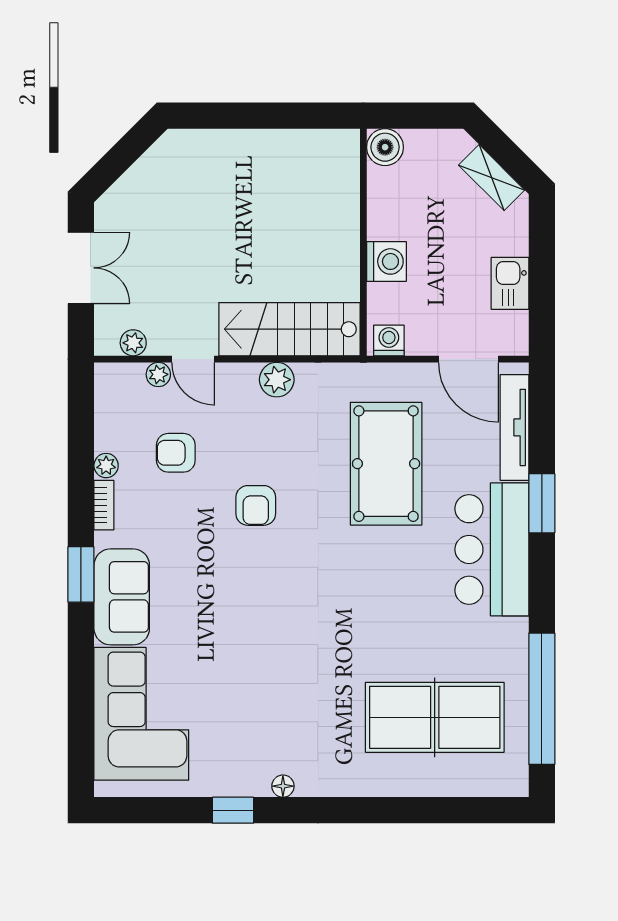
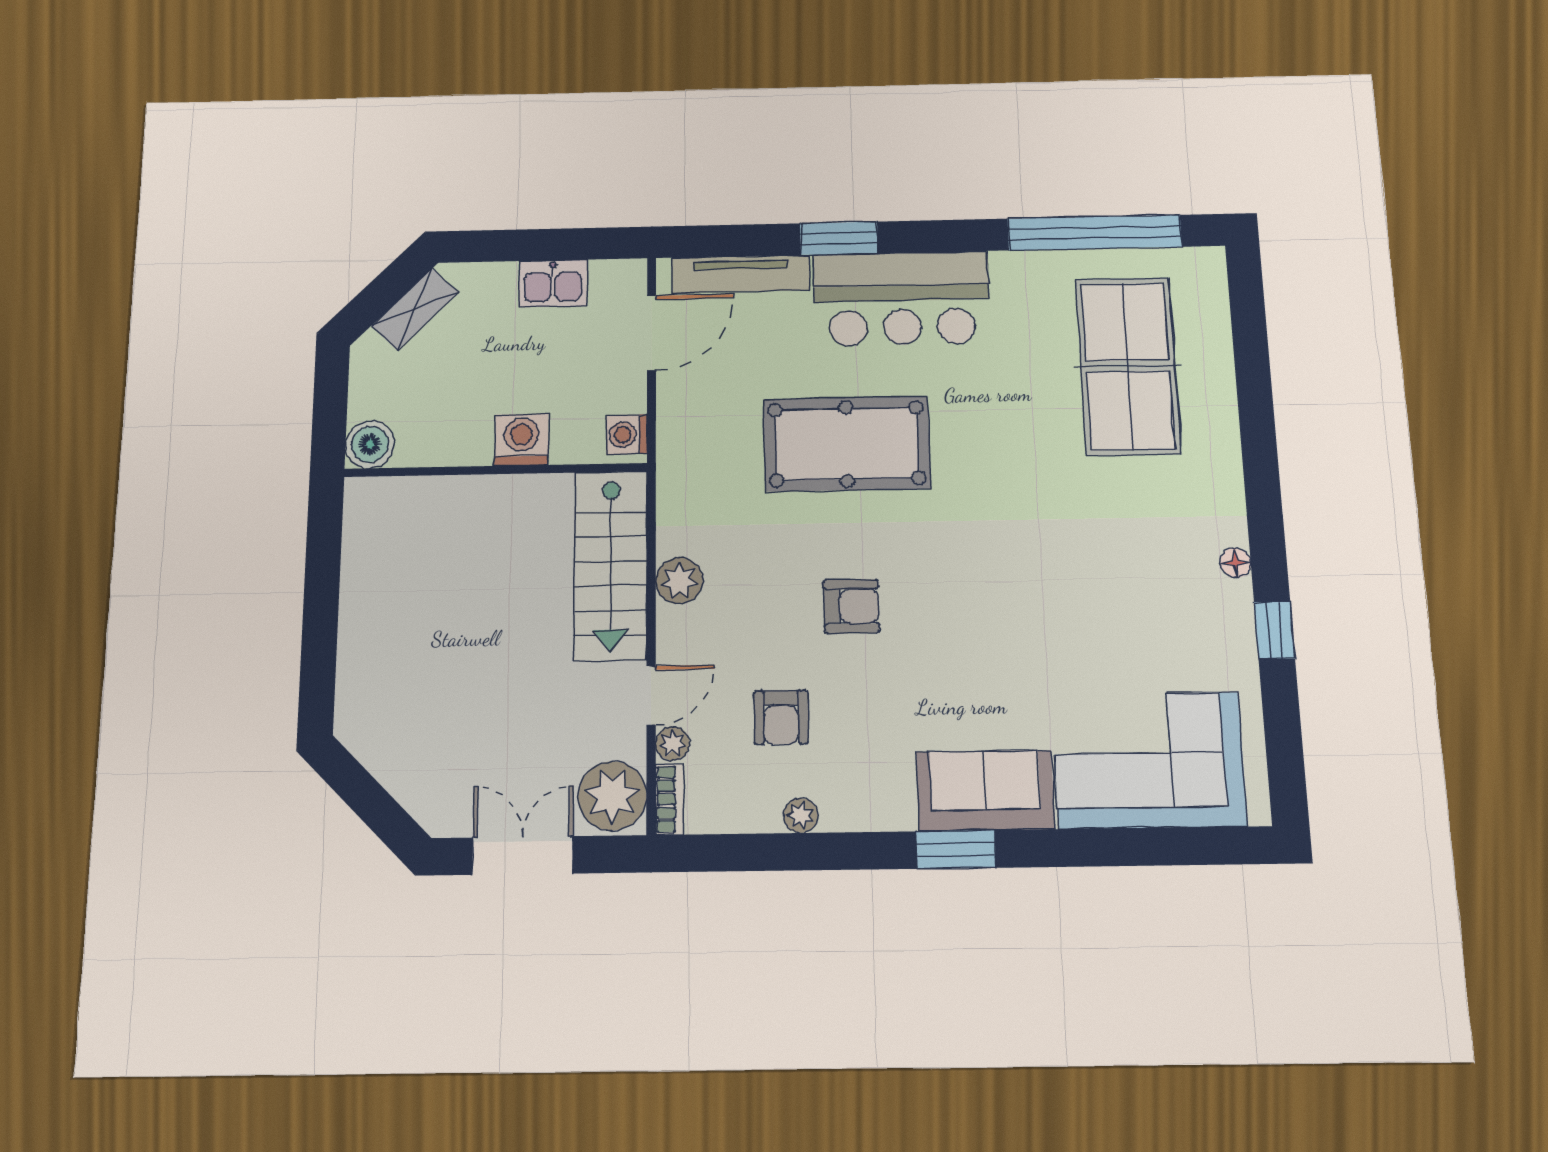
plant: (133, 343) -> (612, 796), width x1.87, depth x1.87
pool table: (386, 464) -> (847, 444), moved
bookcase: (104, 505) -> (669, 799), moved, turned 90

